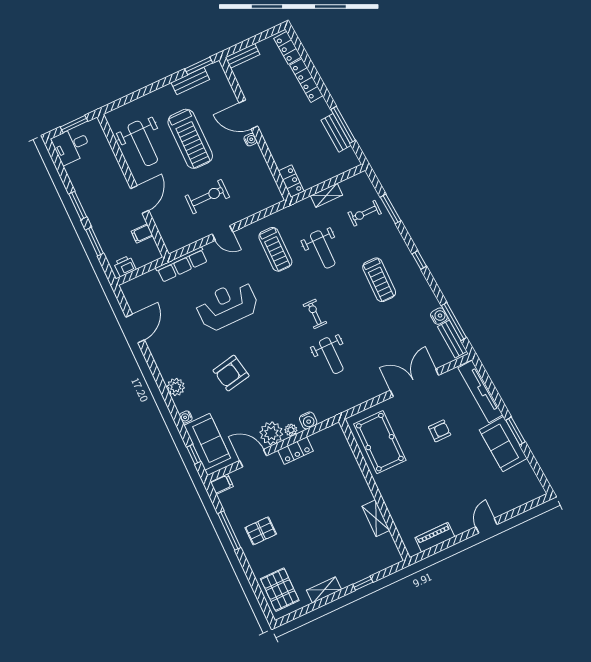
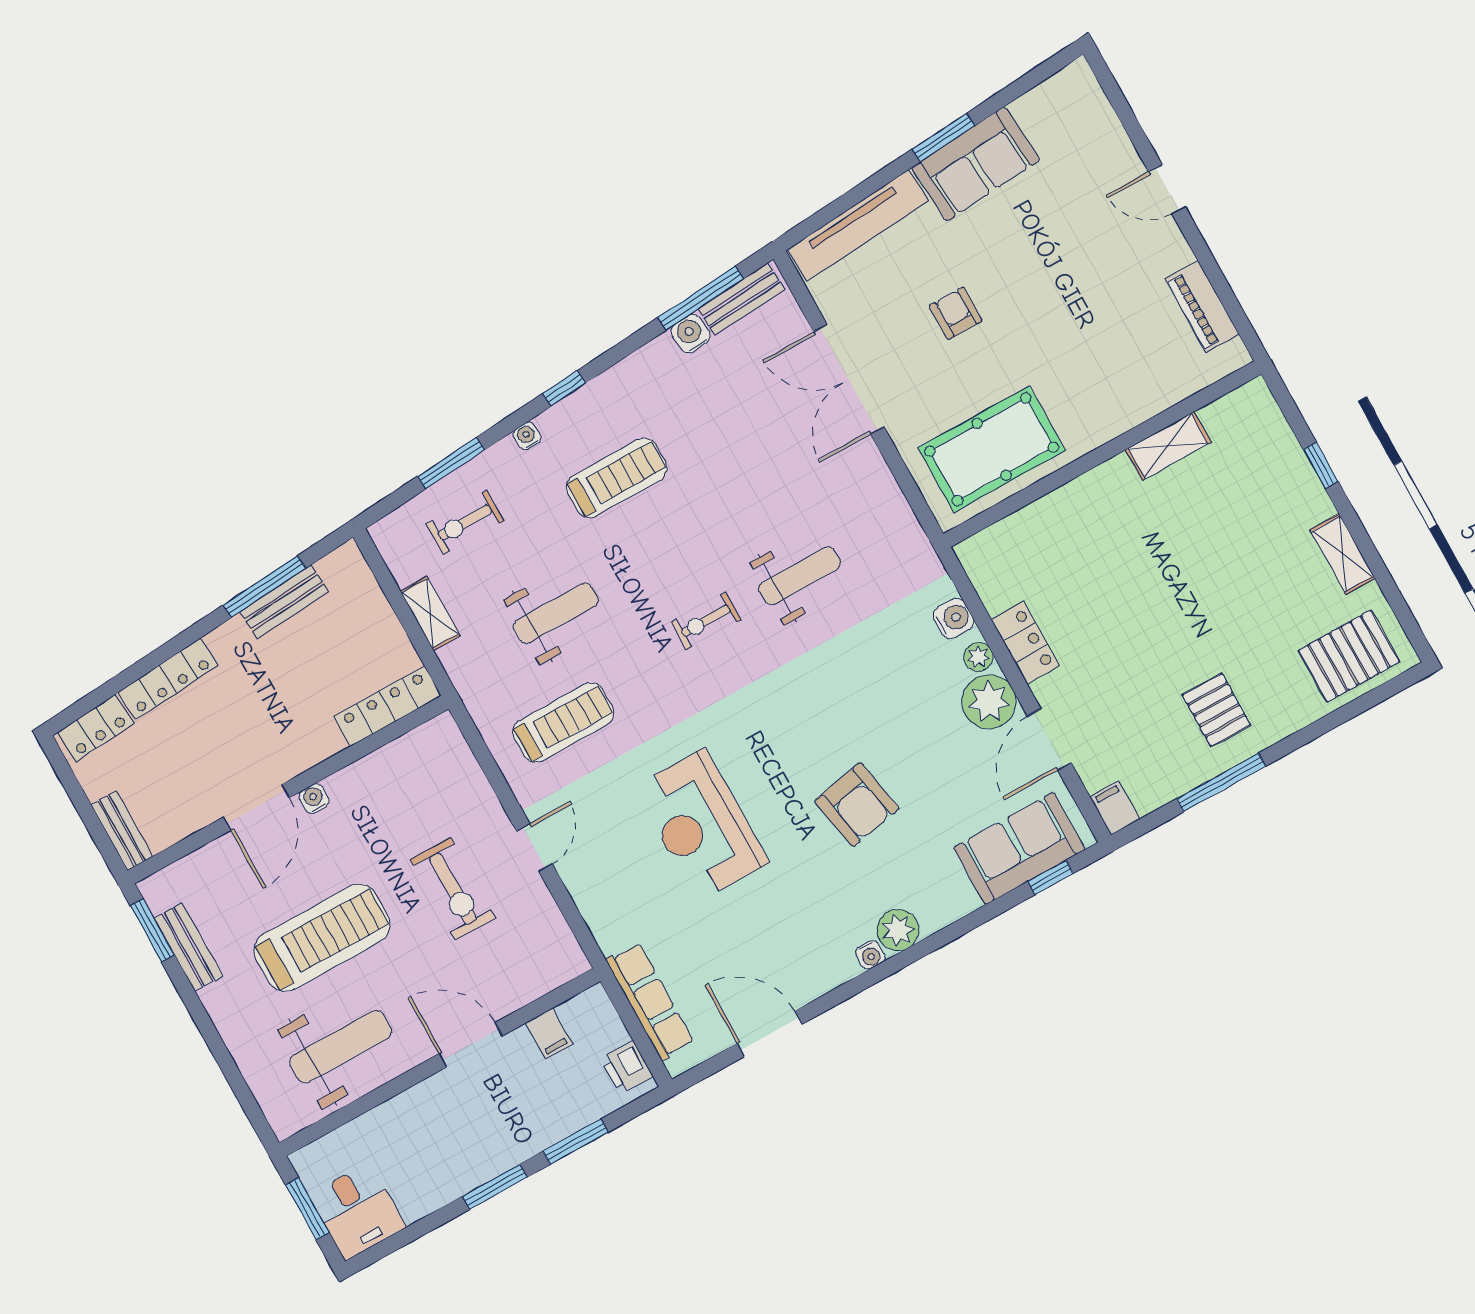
locker: (291, 181) -> (388, 706), width x1.53
exercise bike: (207, 197) -> (453, 889), turned 180
exercise bike: (365, 213) -> (465, 522), turned 90
water cooler: (400, 243) -> (527, 436), added
row of seats: (182, 264) -> (650, 1001), moved
water cooler: (186, 417) -> (870, 955), moved

